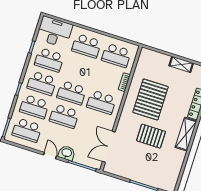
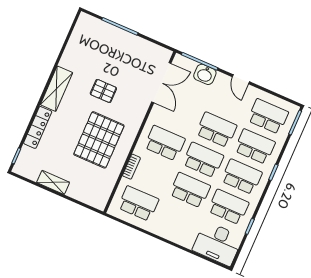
school desk: (86, 46) -> (190, 190), moved
pallet: (151, 136) -> (103, 91), width x0.67, depth x0.71
washbasin: (67, 153) -> (205, 74), moved

